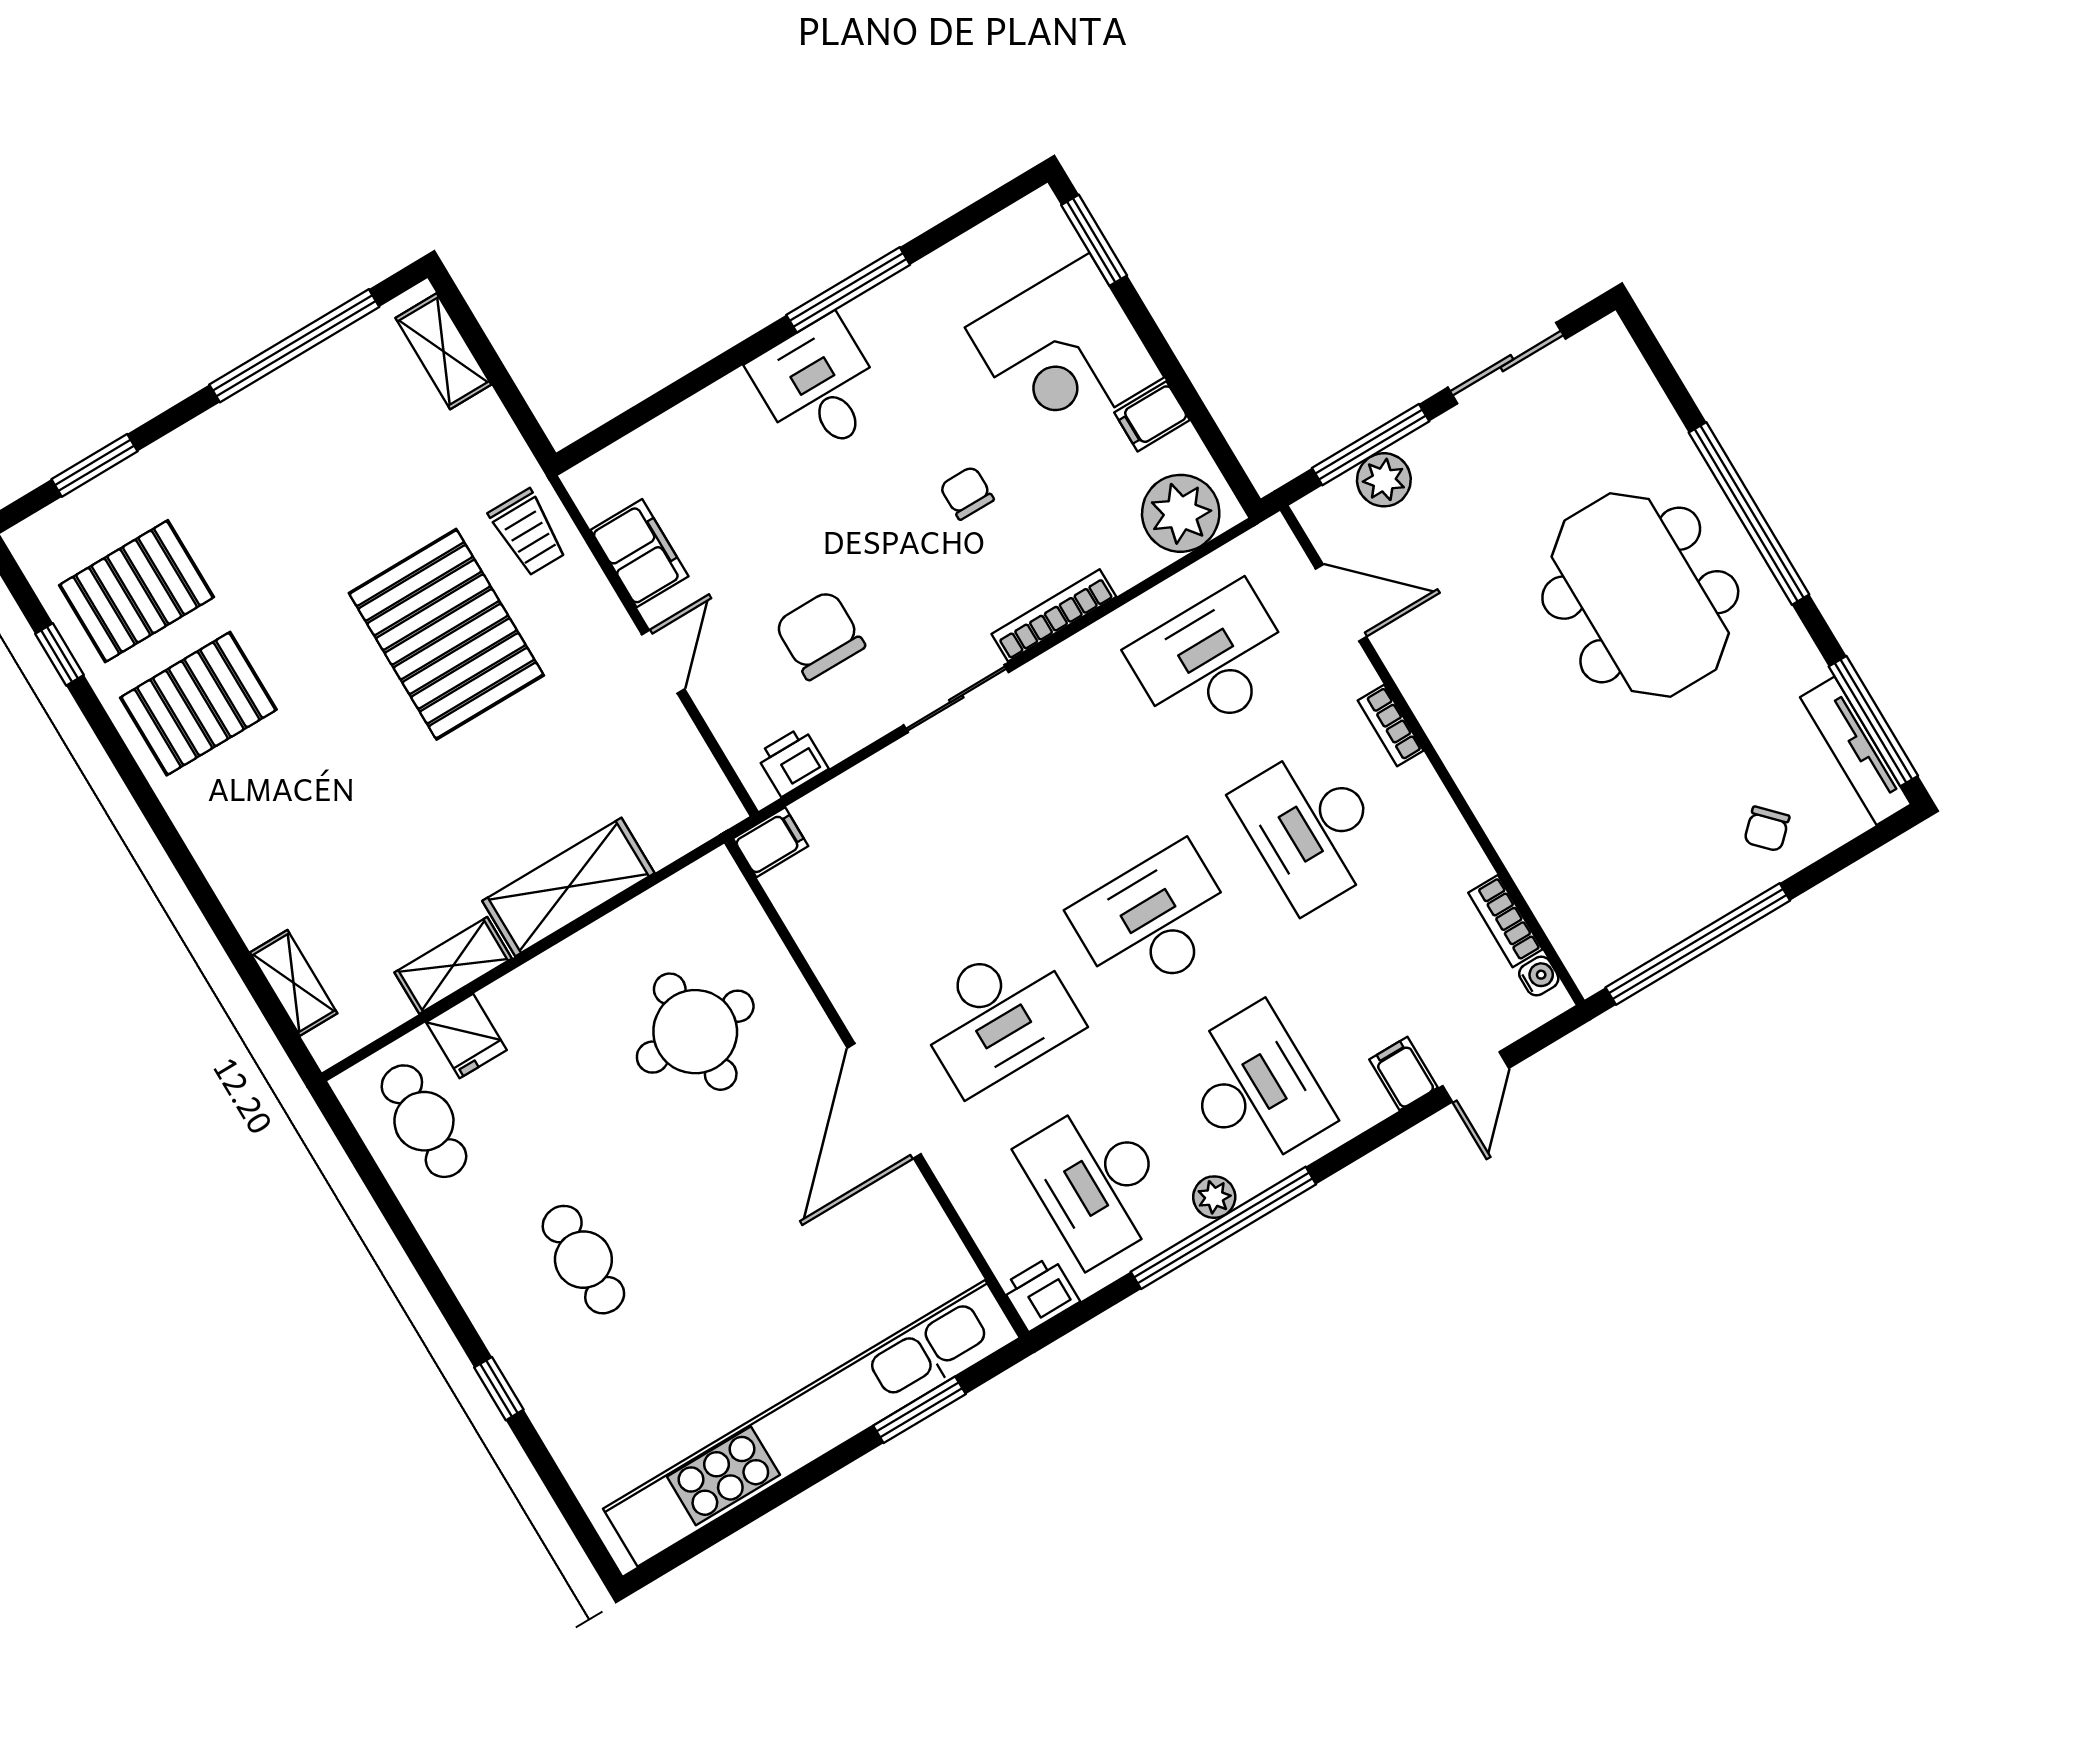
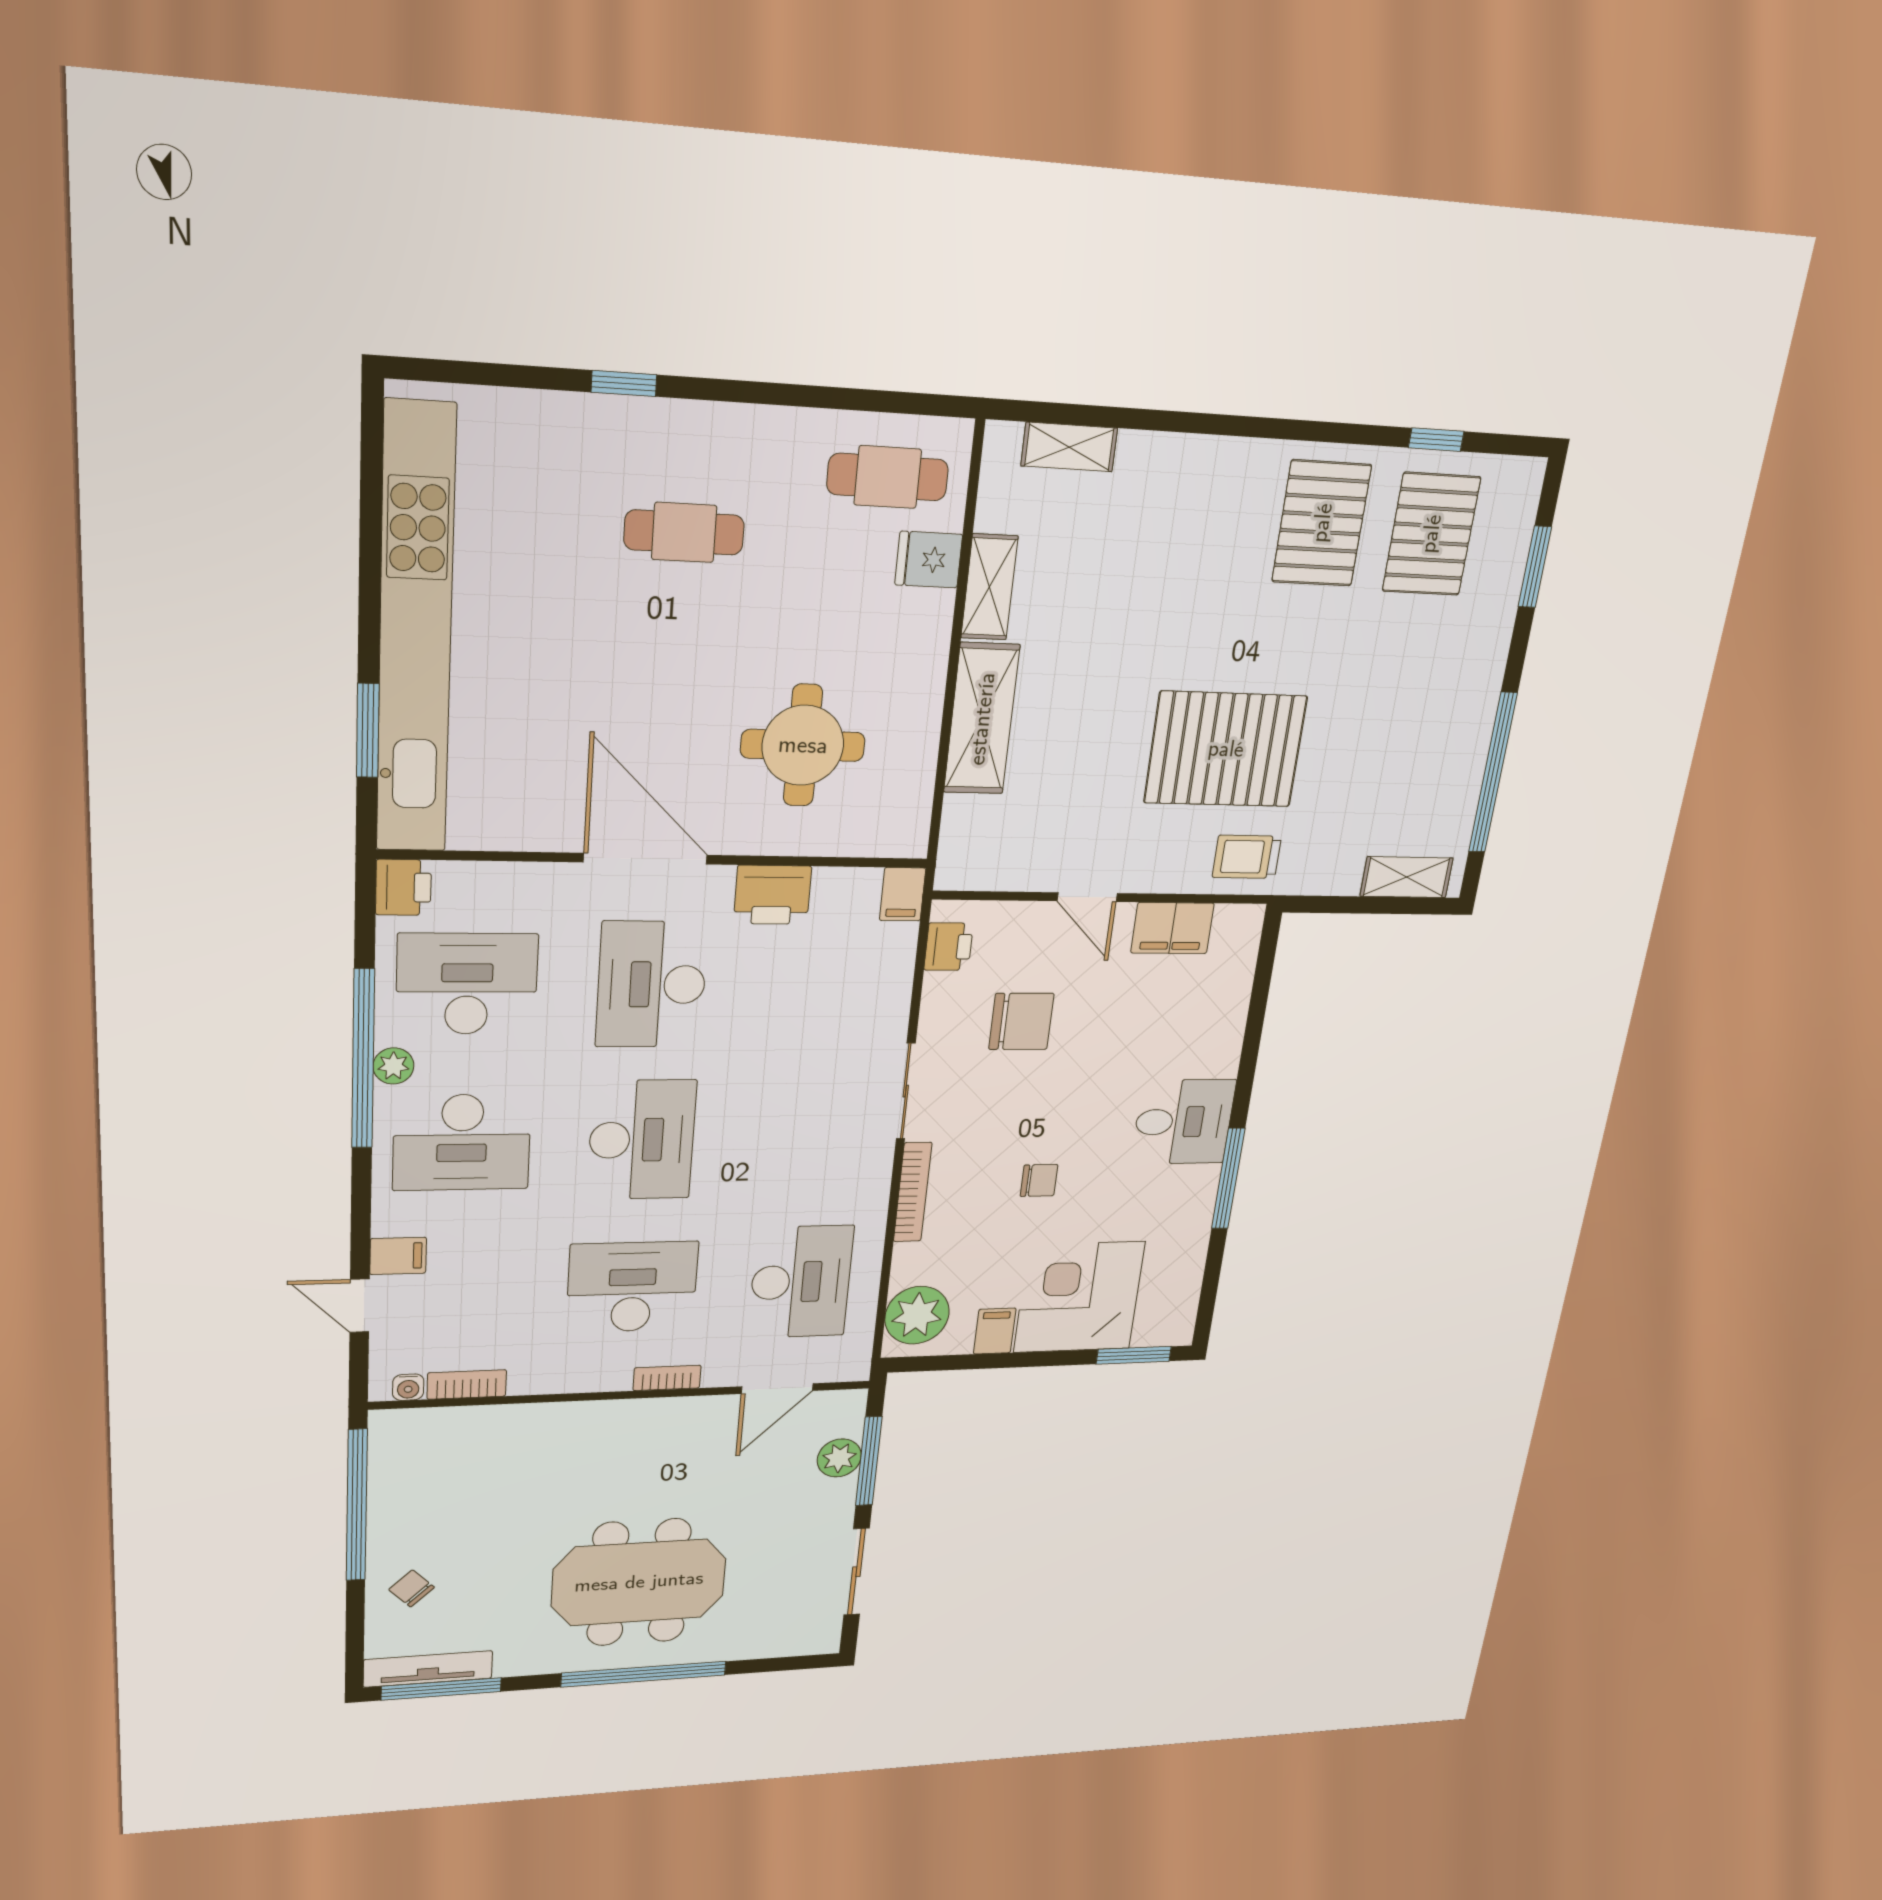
printer: (846, 963) -> (772, 895), added

